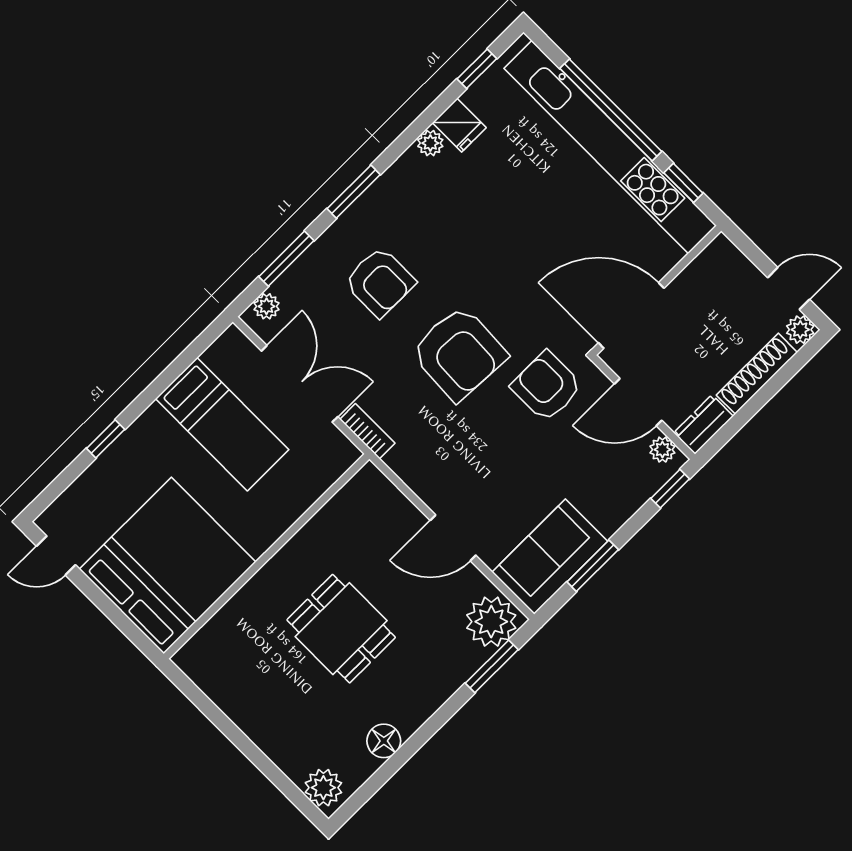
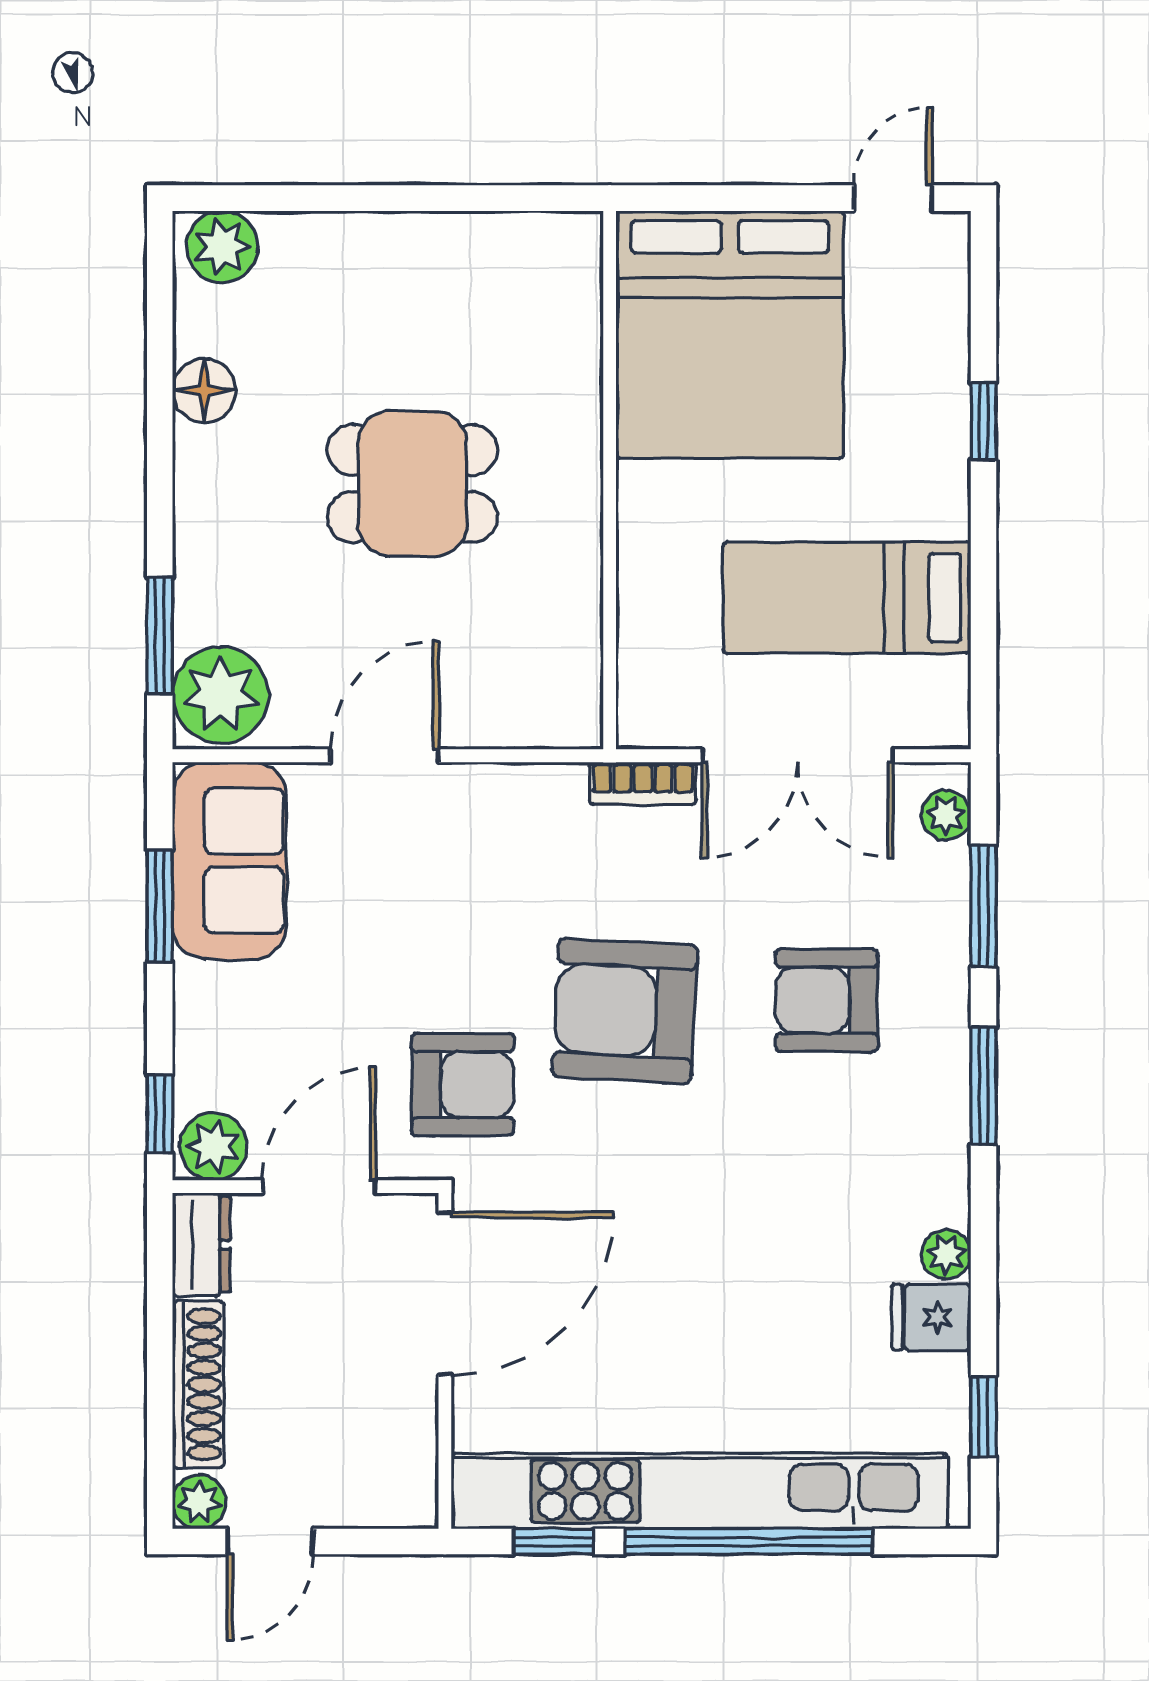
plant: (662, 450) -> (213, 1147), width x1.38, depth x1.38

